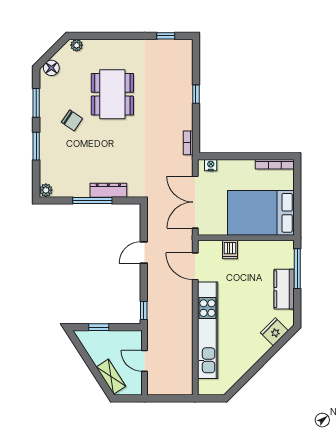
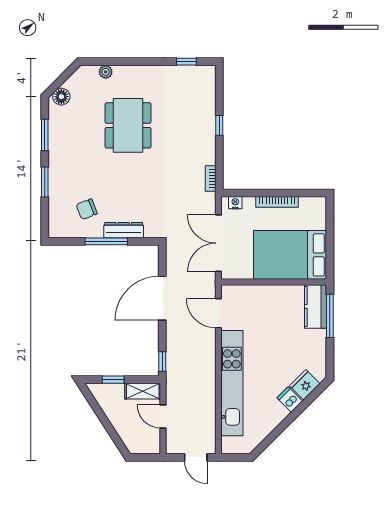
plant: (77, 45) -> (106, 72), moved
chair: (72, 120) -> (87, 209), moved, turned 125
bookcase: (275, 164) -> (277, 202), moved
plant: (46, 190) -> (55, 230), removed
dishwasher: (230, 249) -> (290, 400), moved, turned 135
door: (144, 252) -> (162, 298), width x1.87
kitchen counter: (284, 289) -> (315, 306), moved
shelving: (111, 377) -> (143, 391), moved, turned -57
door: (174, 398) -> (196, 457), added

